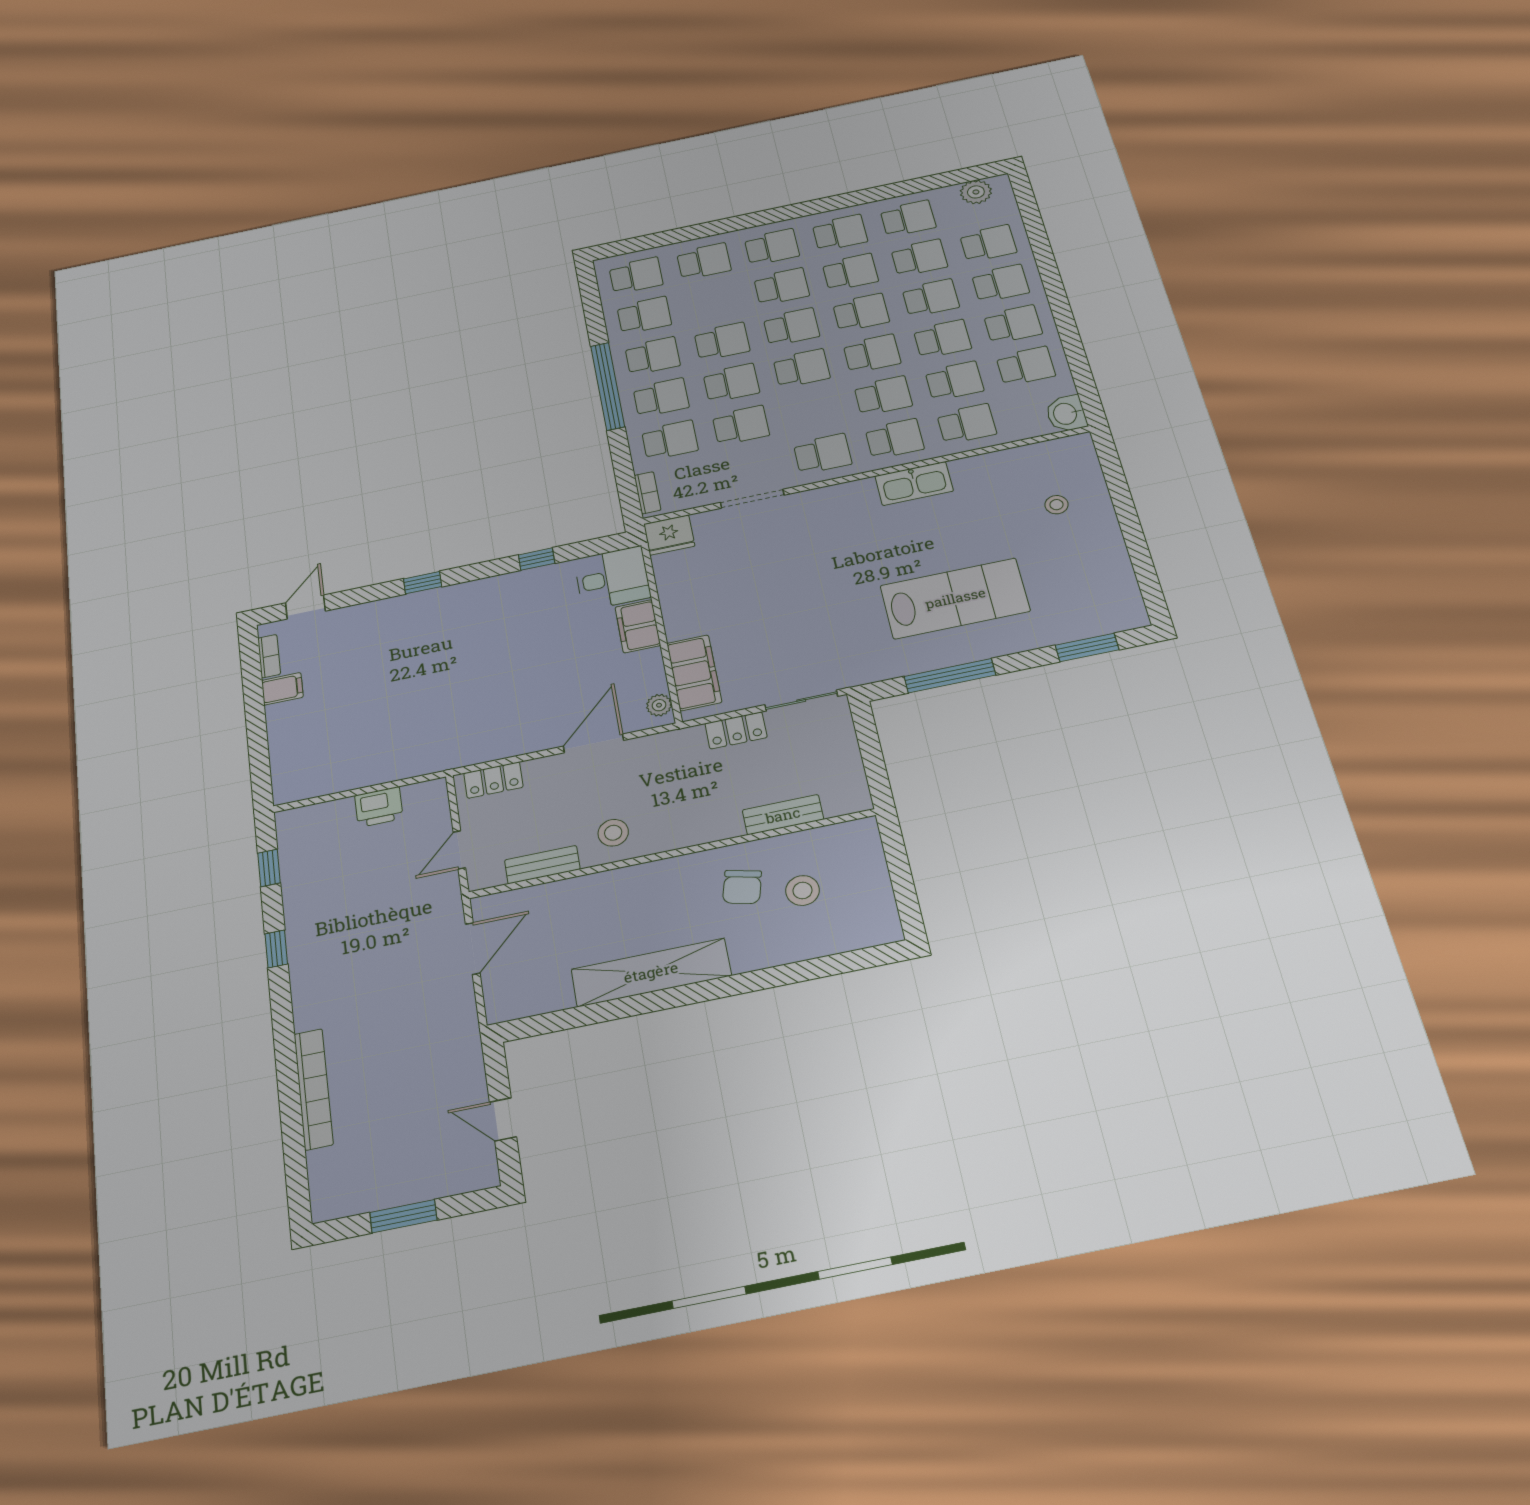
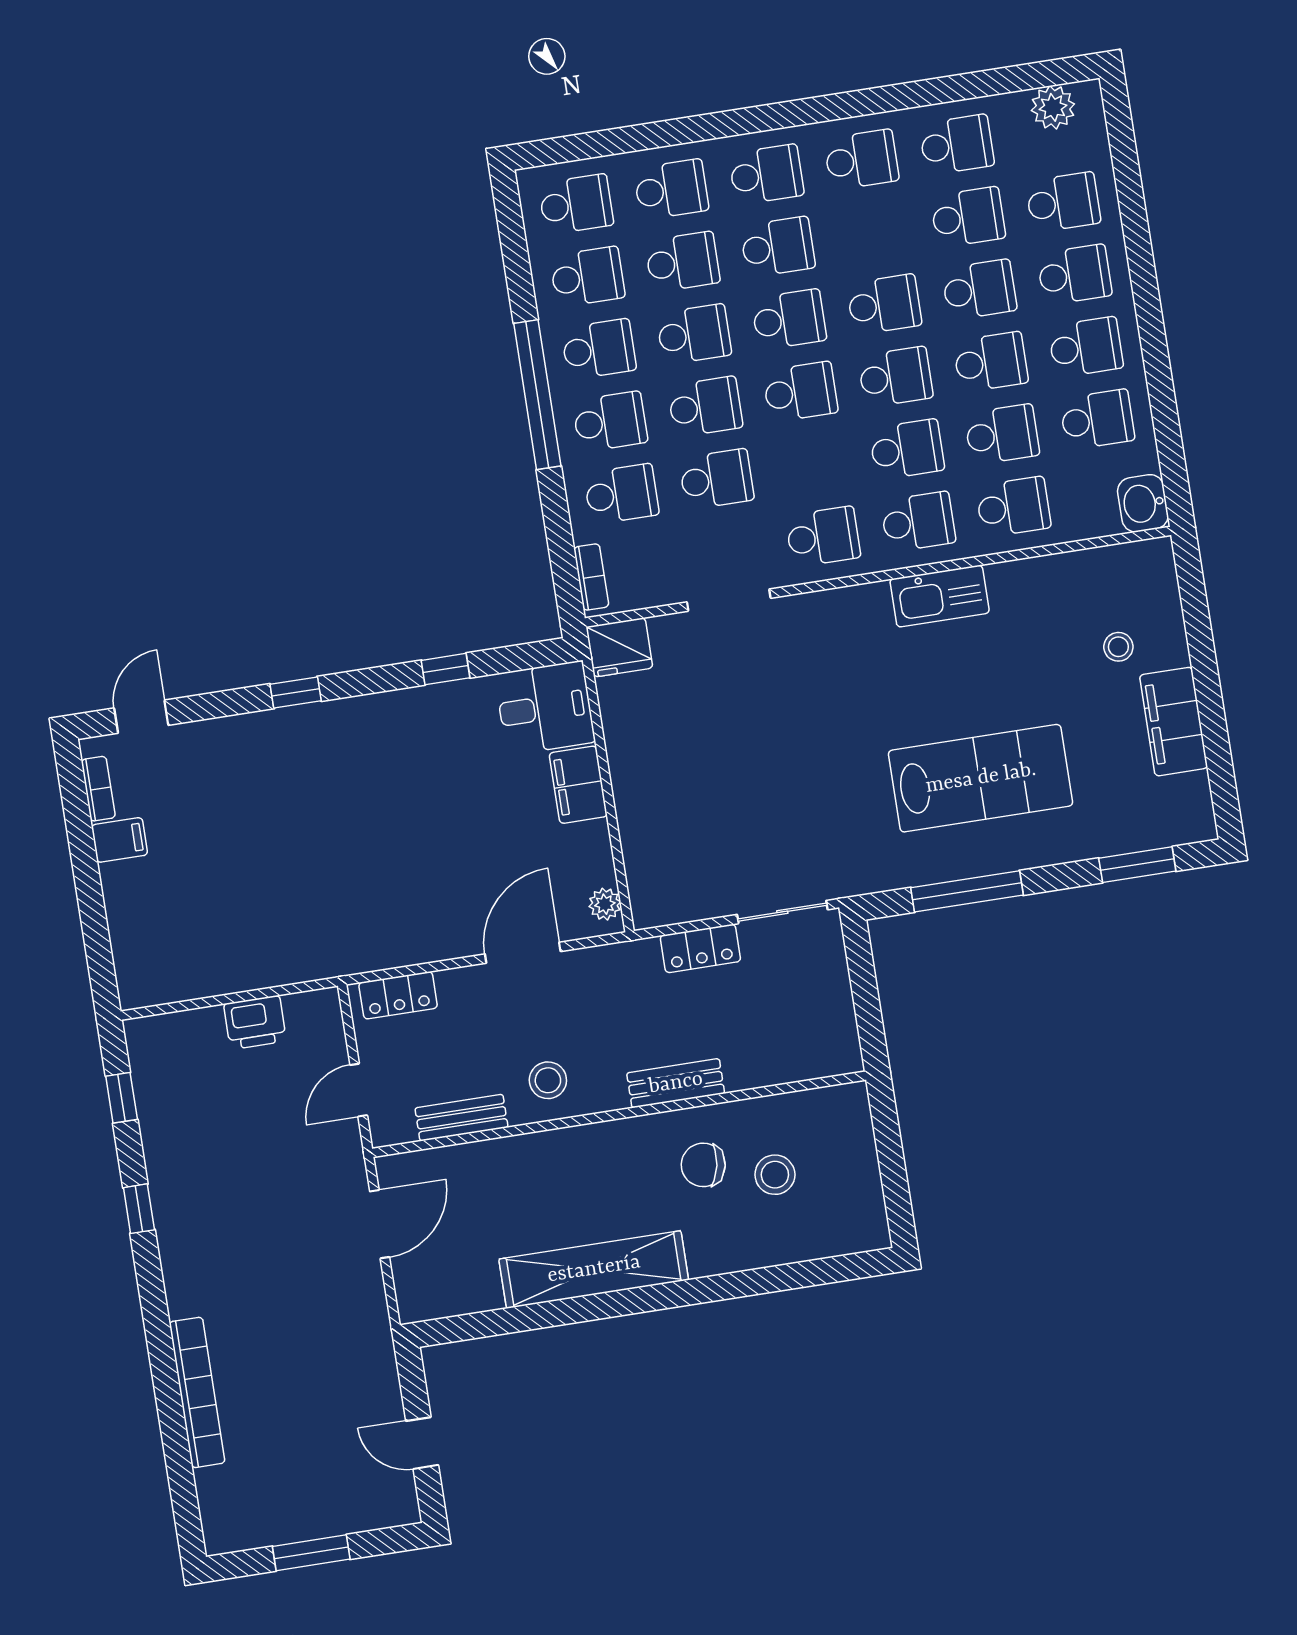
school desk: (850, 272) -> (683, 262), moved
filing cabinet: (694, 673) -> (1174, 722), moved, turned 180
bench: (783, 815) -> (676, 1083), moved
chair: (742, 887) -> (703, 1165), turned 87

